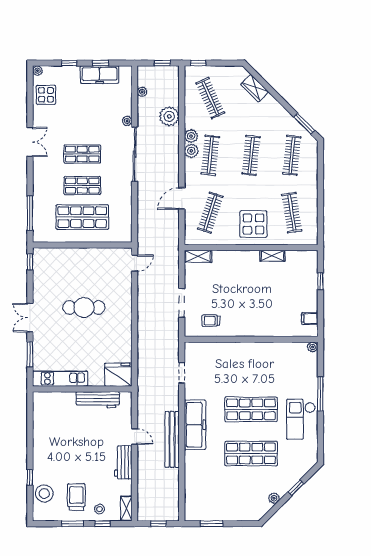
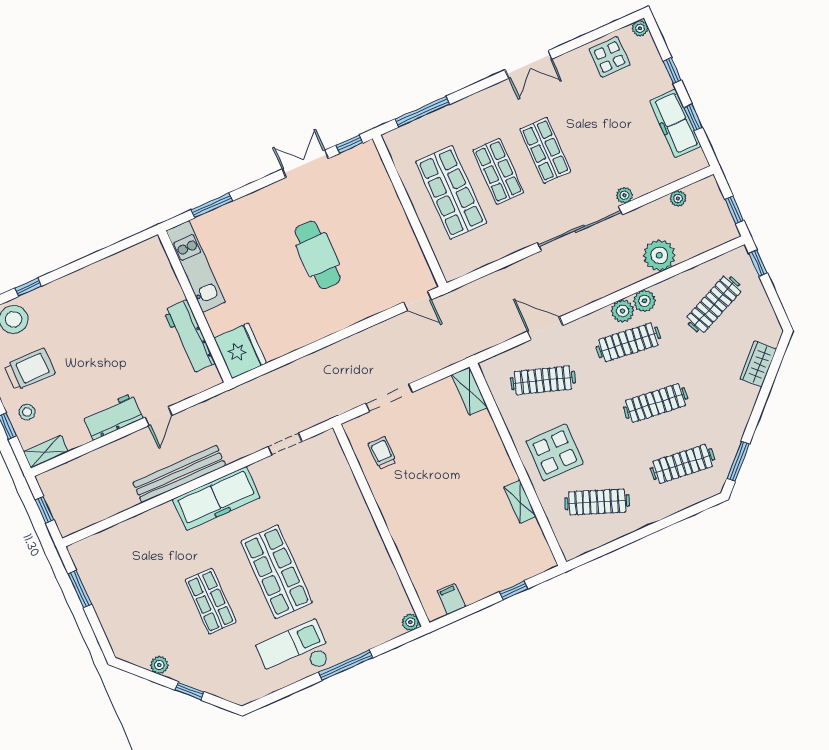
clothes rail: (292, 213) -> (597, 502), turned 30
double door: (30, 318) -> (305, 164), moved
shop shelf: (251, 454) -> (211, 601), width x0.70, depth x0.74

